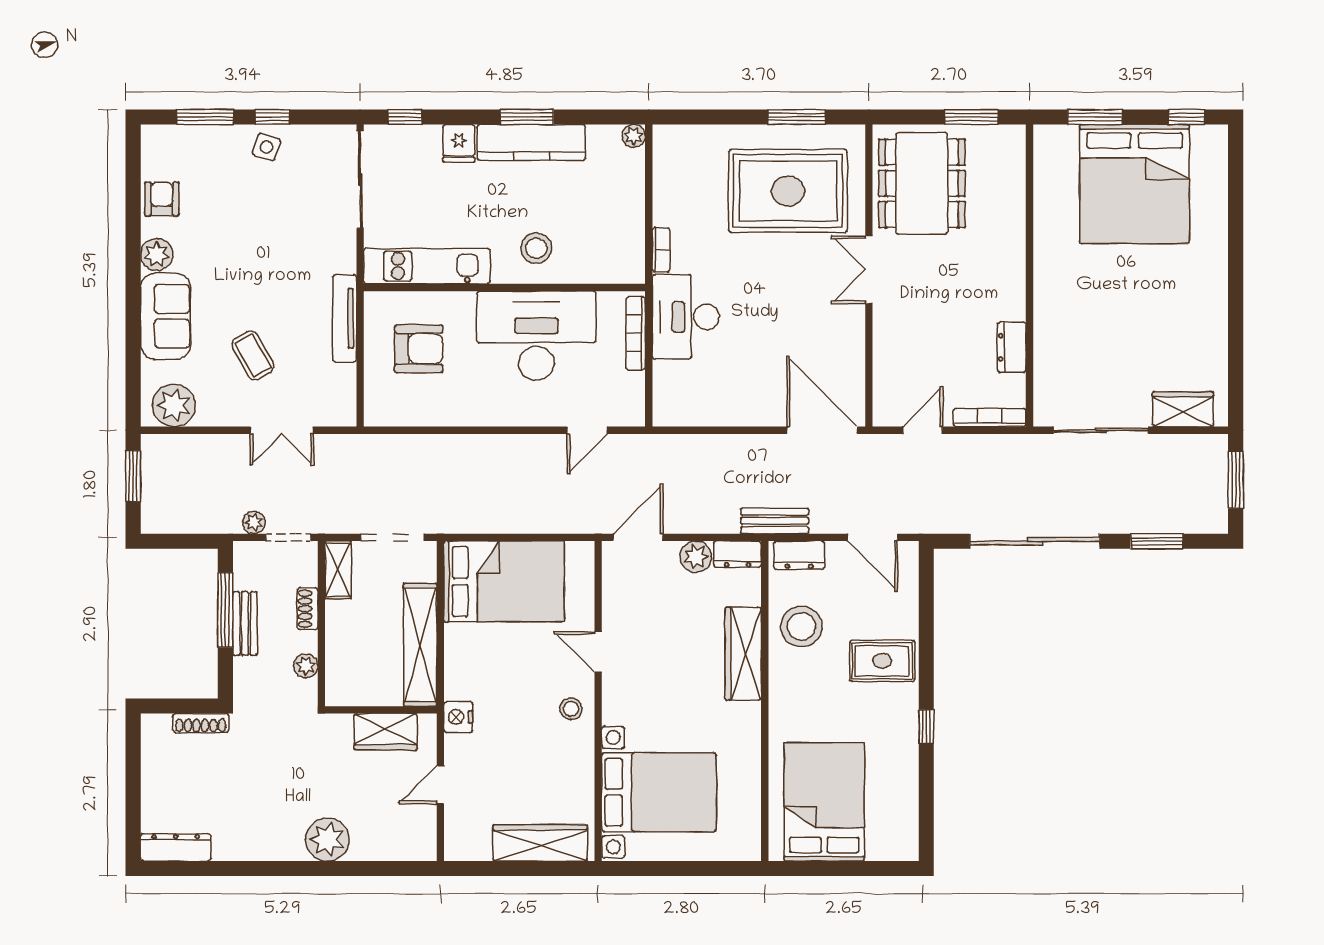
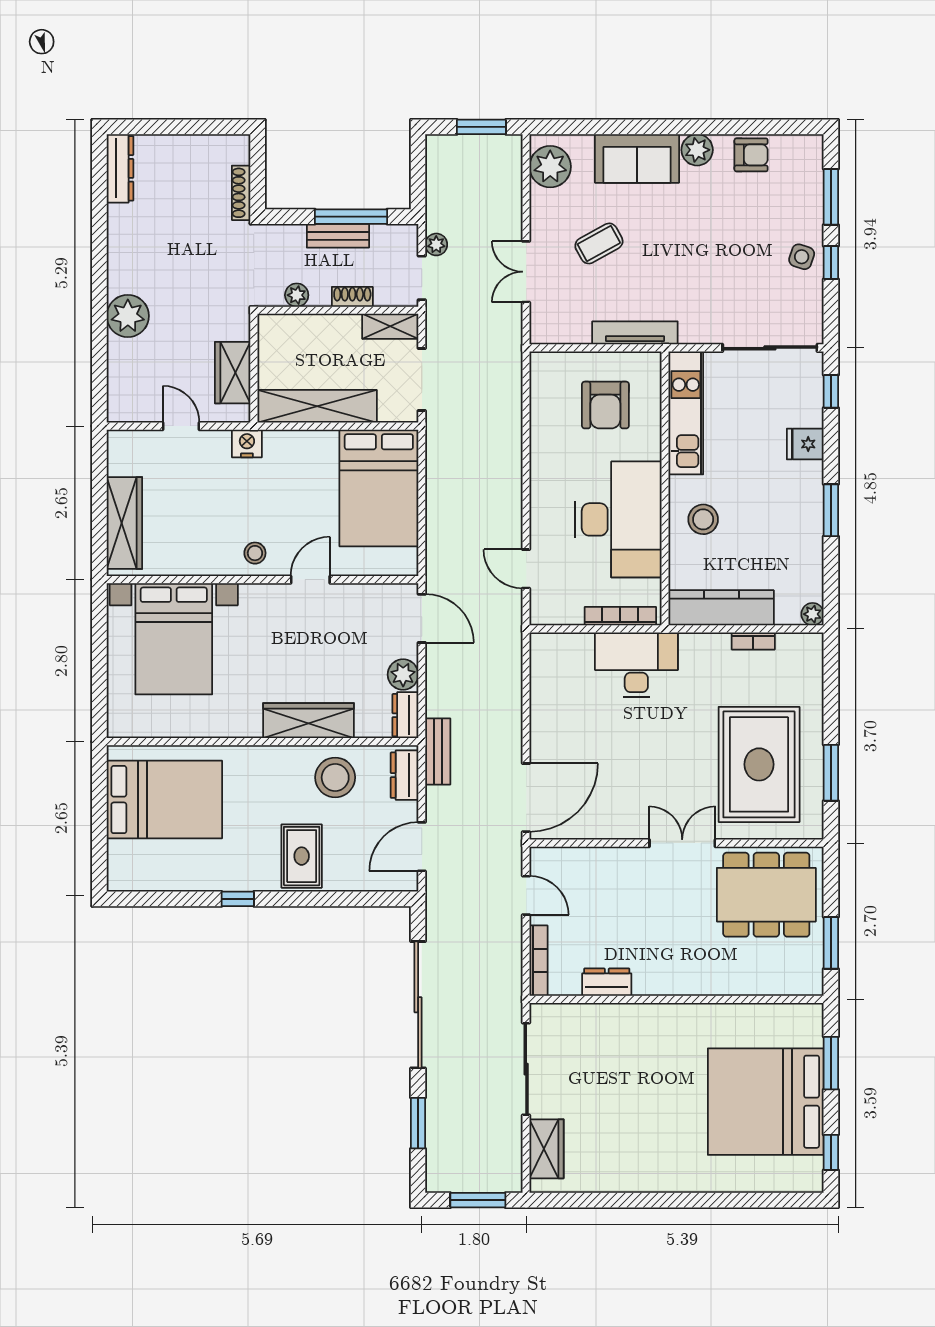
kitchen counter: (531, 142) -> (721, 608), moved, turned 90
bookcase: (661, 250) -> (753, 641), moved

